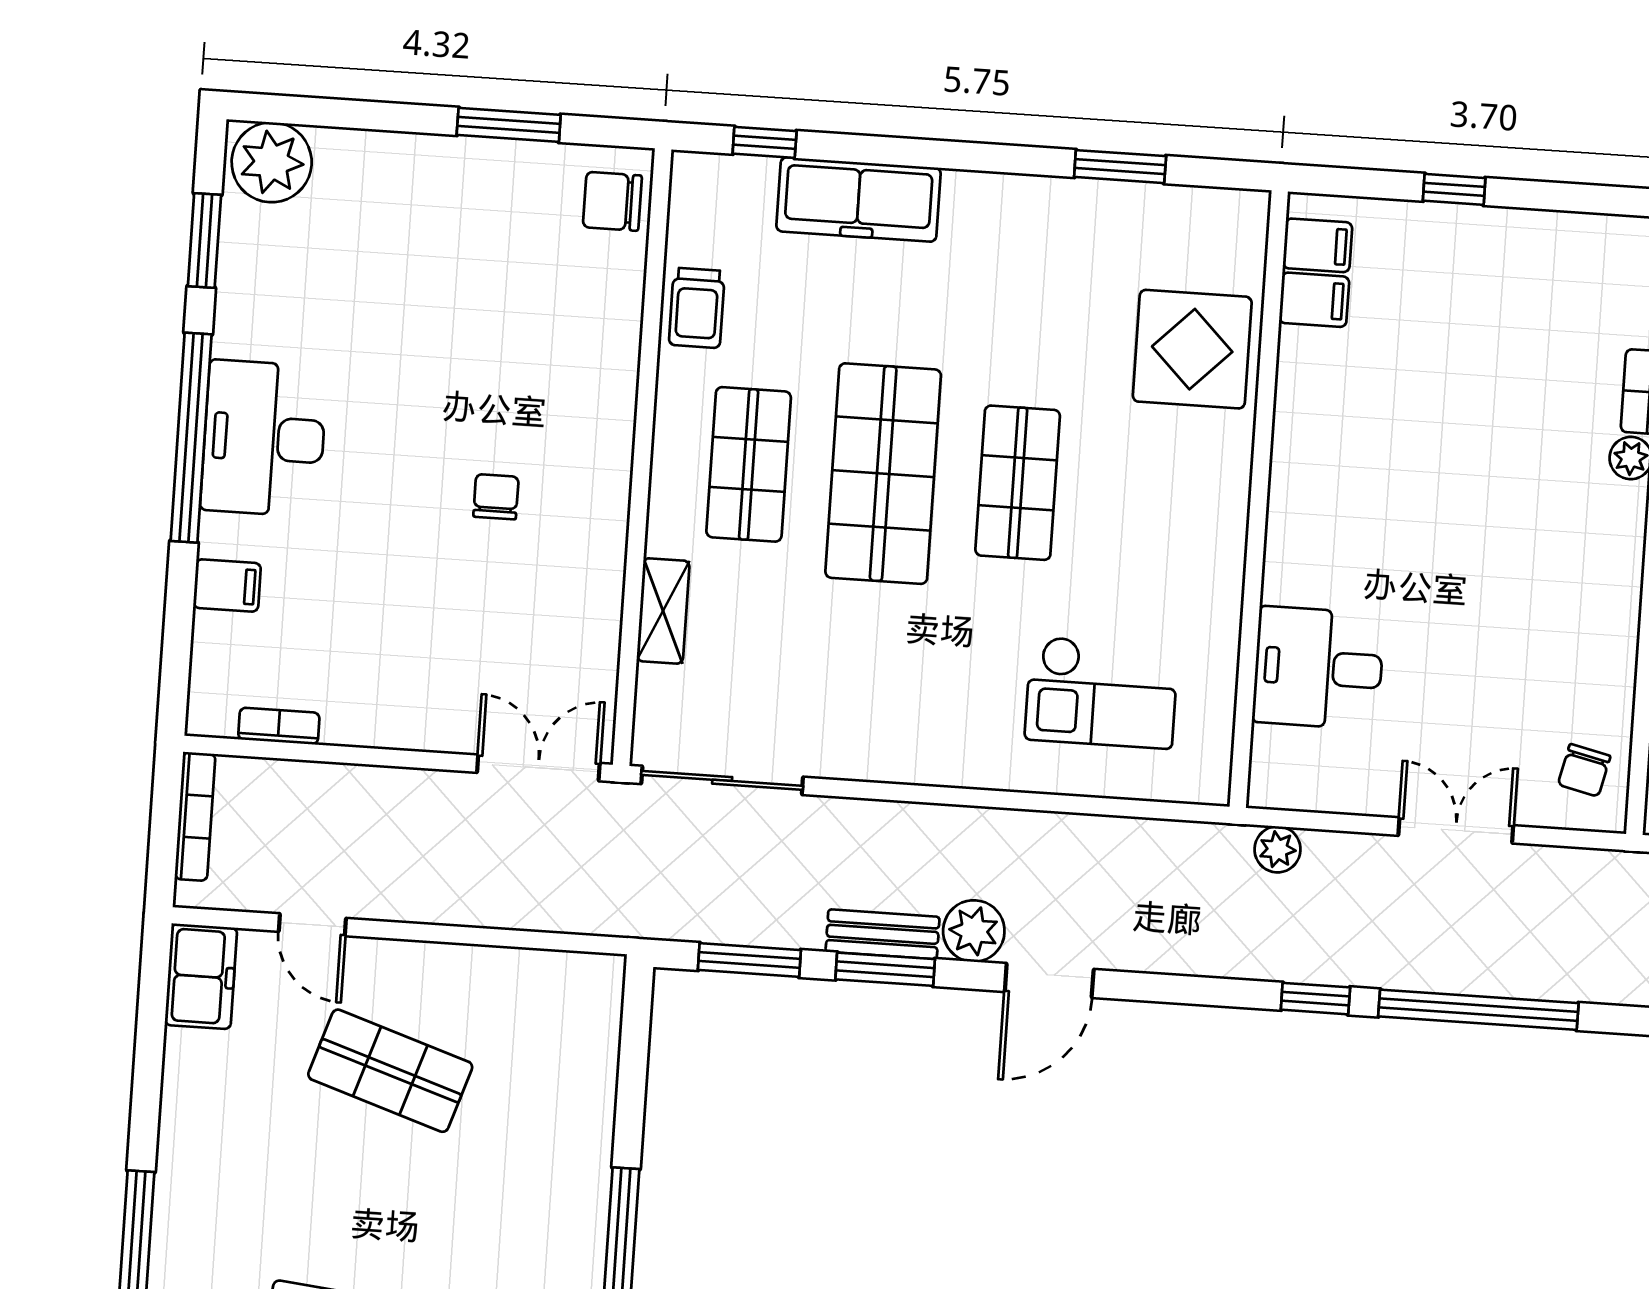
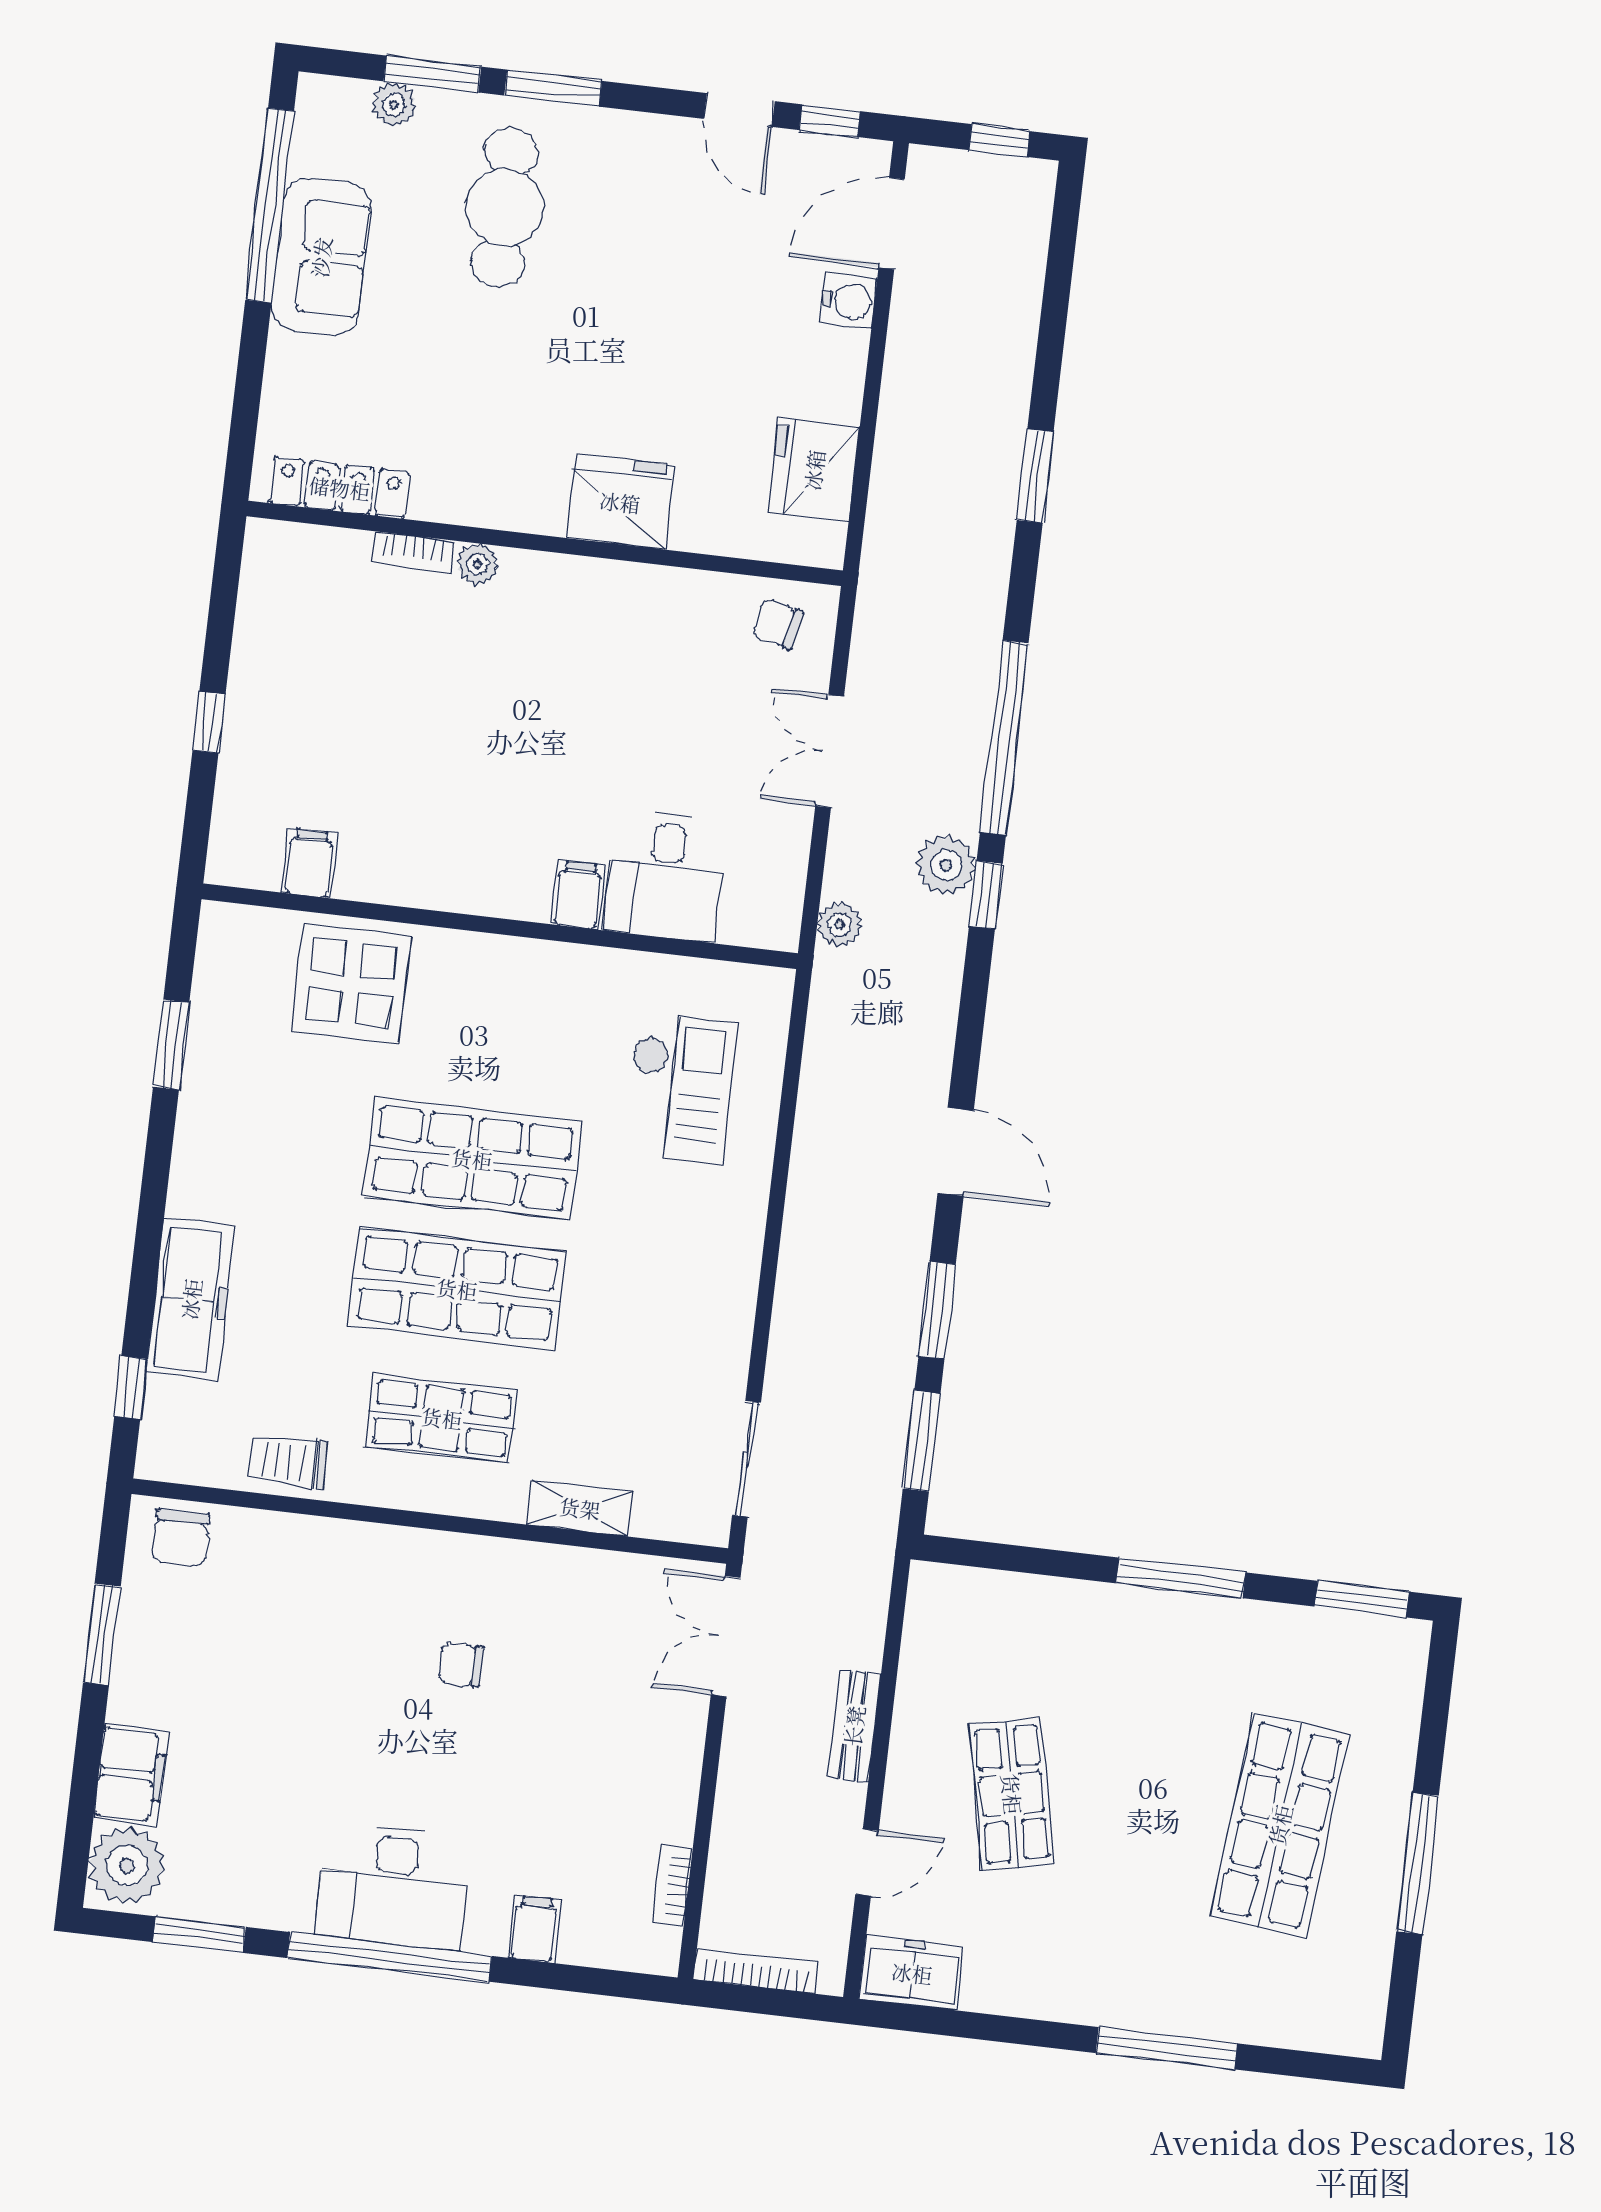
filing cabinet: (366, 162) -> (131, 1775), added
filing cabinet: (1317, 245) -> (578, 895), moved
trolley: (697, 308) -> (288, 1461), turned 180
shop shelf: (1018, 483) -> (472, 1159), width x1.43, depth x1.36
chair: (1584, 770) -> (778, 624), turned 180
sliding door: (722, 780) -> (747, 1459), width x0.73
plant: (974, 931) -> (946, 865), moved
bench: (883, 934) -> (854, 1726), moved
shop shelf: (390, 1071) -> (1012, 1794), turned -30

